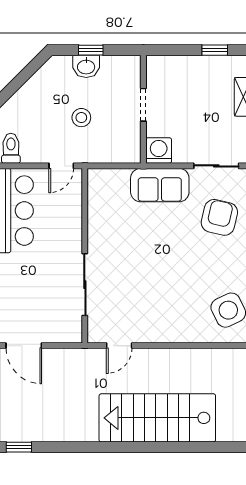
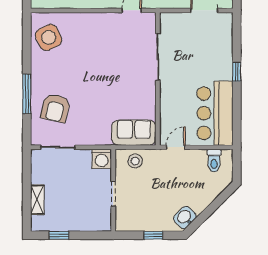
washbasin: (86, 66) -> (185, 217), moved, turned -45
stool: (81, 118) -> (135, 161), moved
sofa: (160, 185) -> (134, 133), moved

